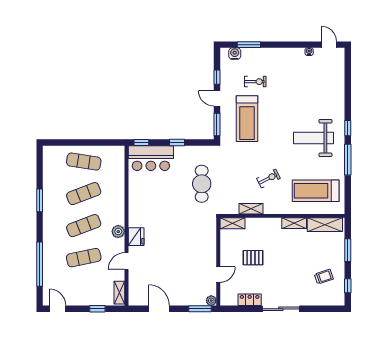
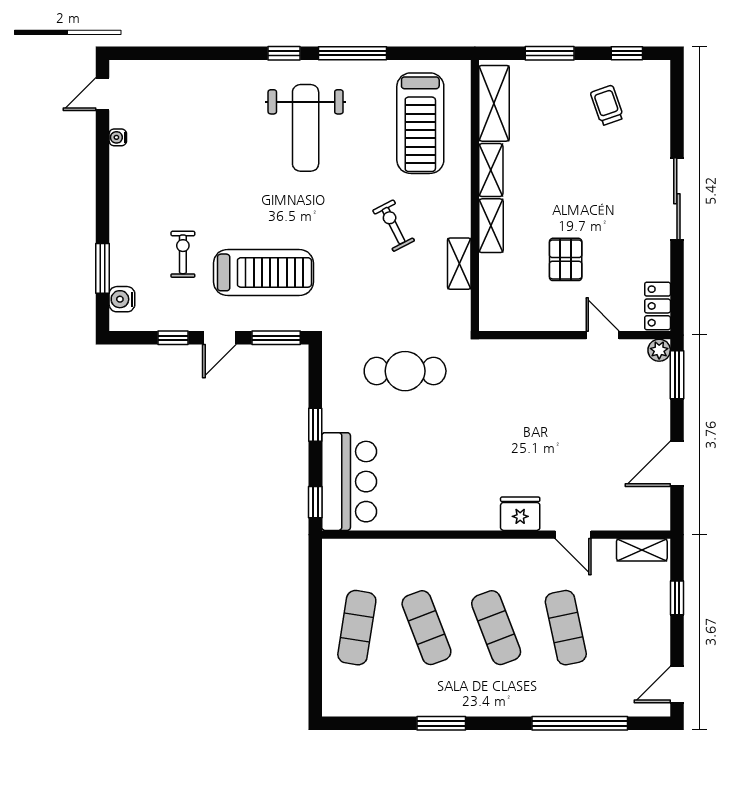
shelving: (232, 223) -> (491, 226), moved
plant: (118, 232) -> (509, 553), removed
locker: (250, 300) -> (658, 306), moved

